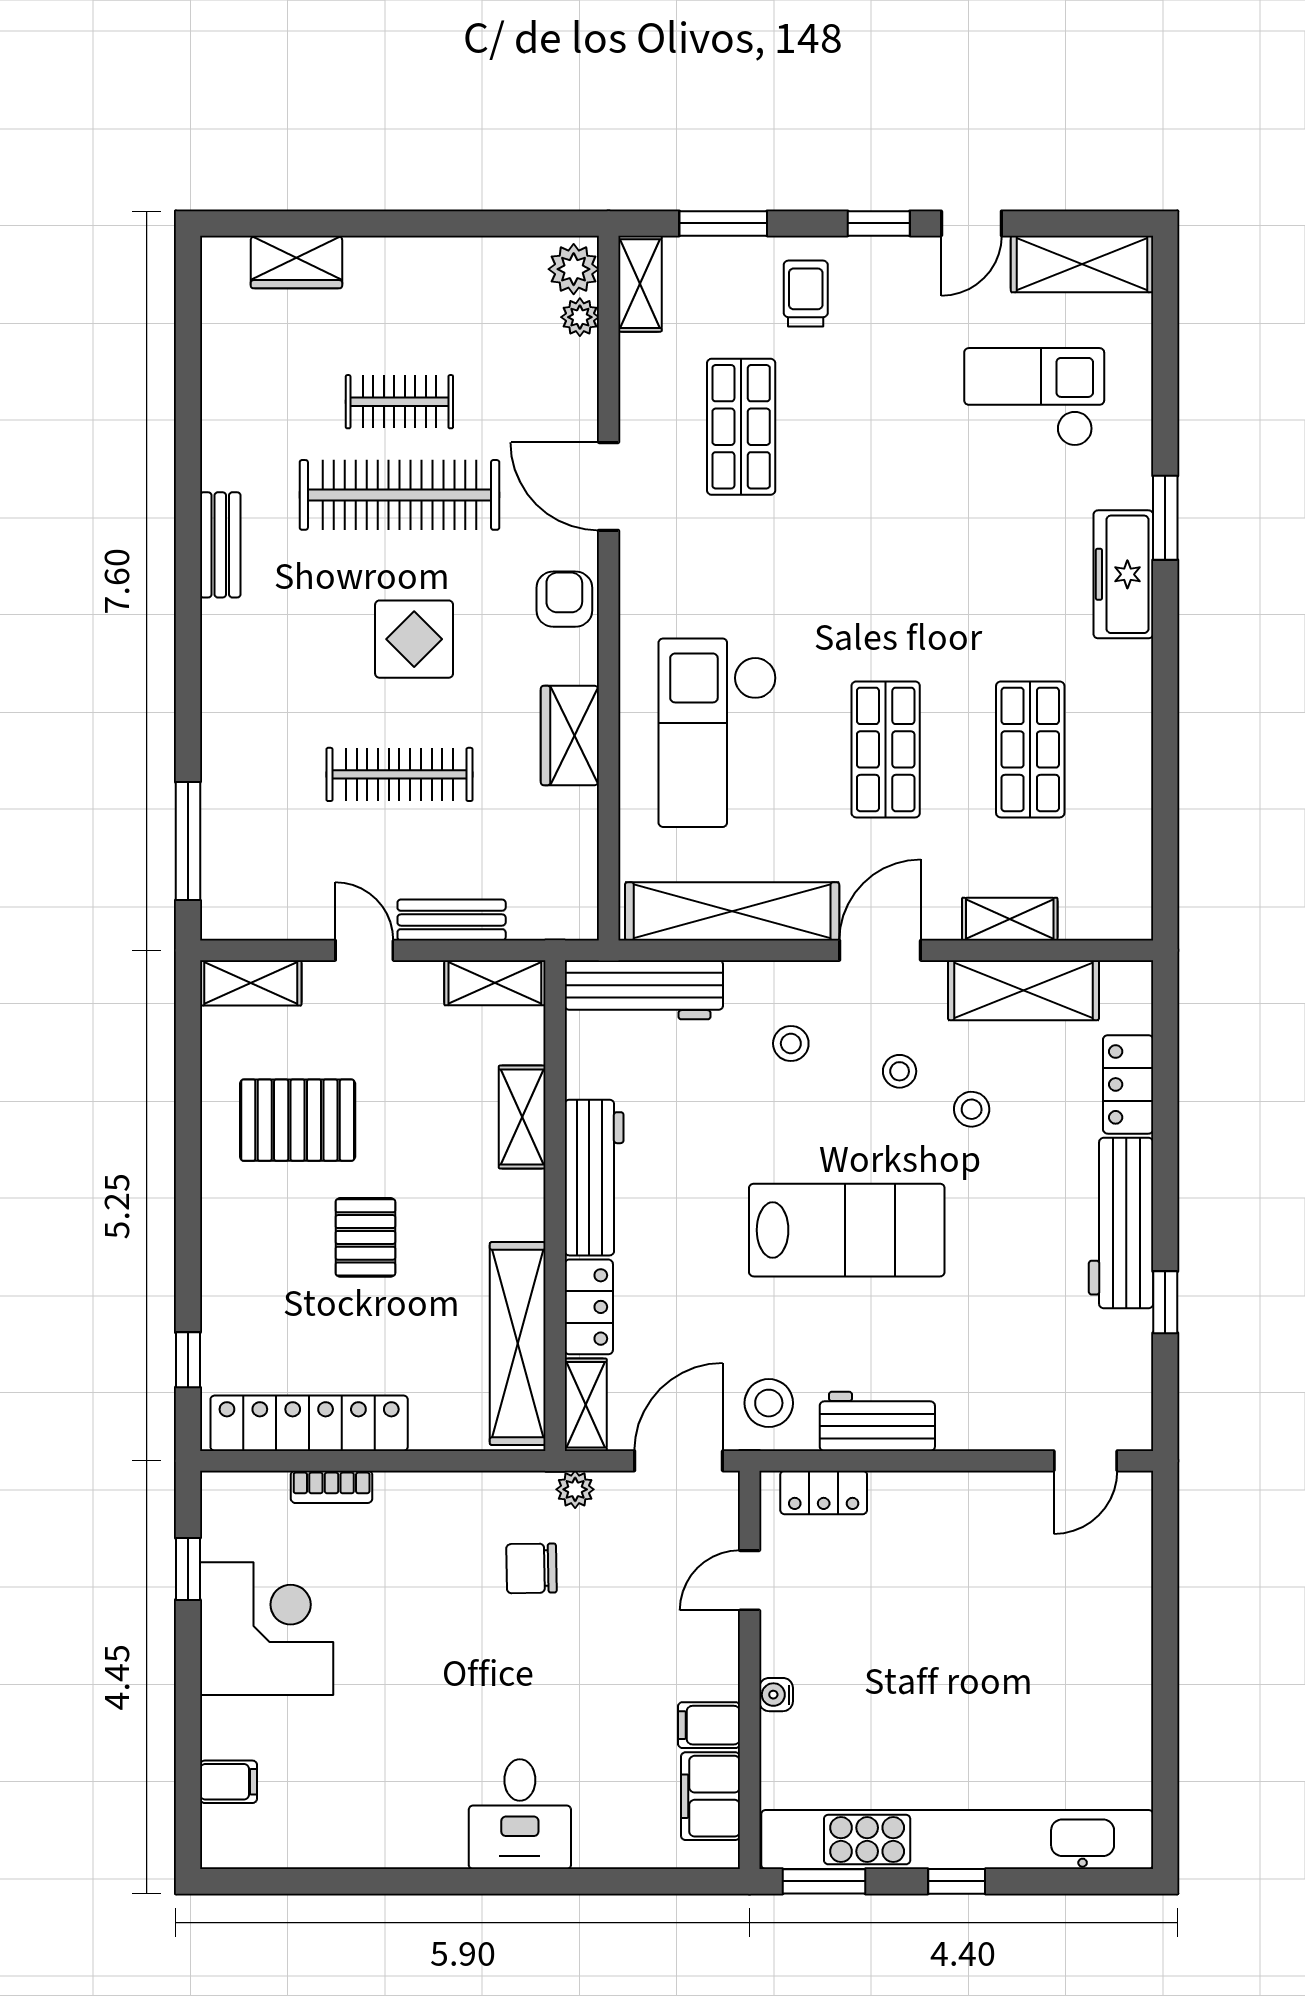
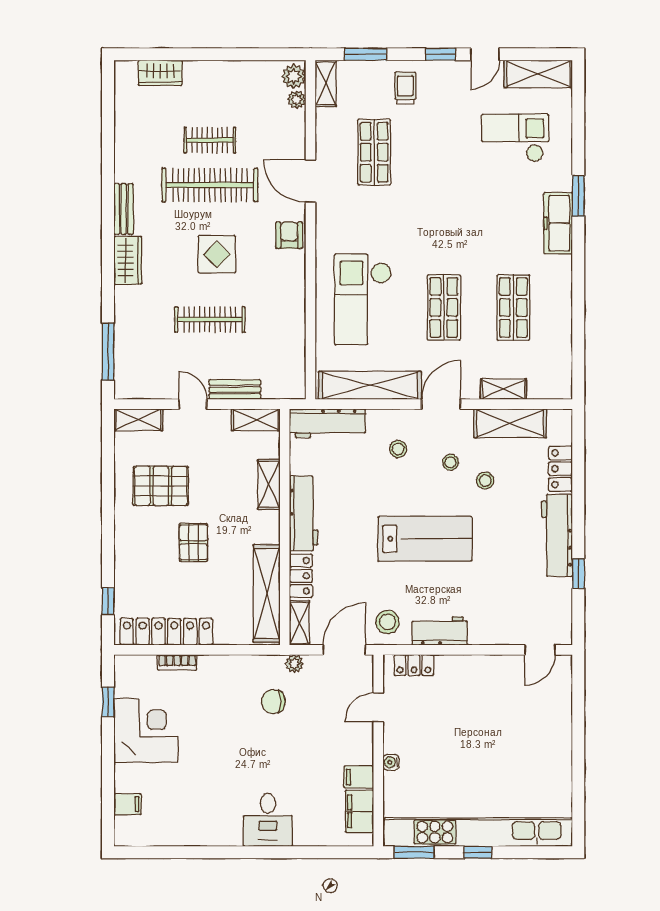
wardrobe: (570, 736) -> (128, 260), moved, turned 180

